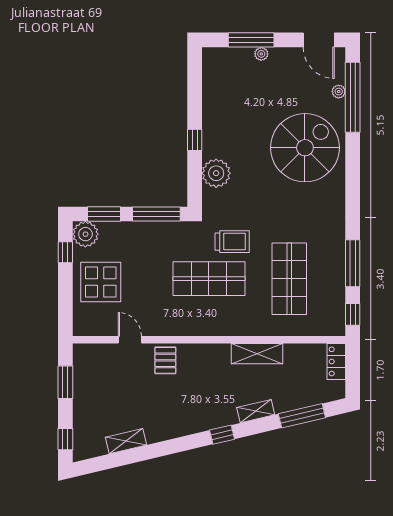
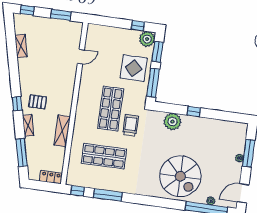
trolley: (232, 242) -> (131, 125), turned 180
display table: (101, 282) -> (134, 68), moved
pallet: (165, 360) -> (38, 102), moved

